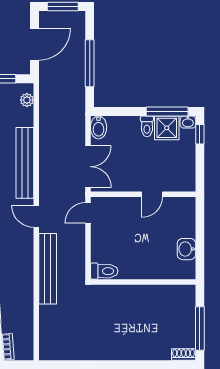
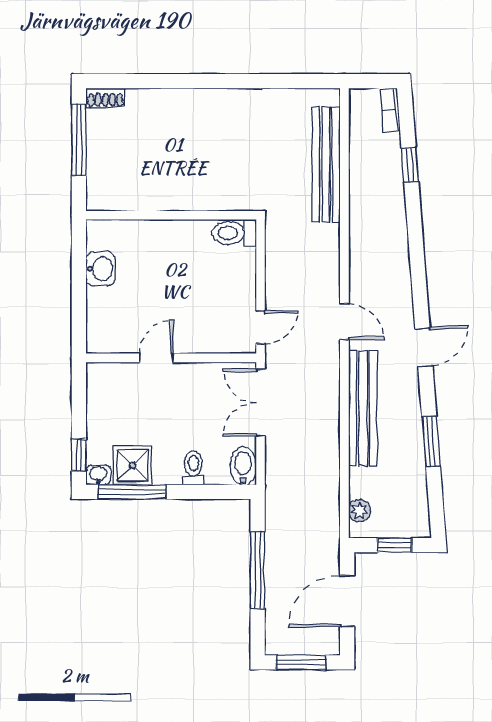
toilet: (147, 126) -> (193, 468), moved
bench: (48, 269) -> (326, 165), moved

